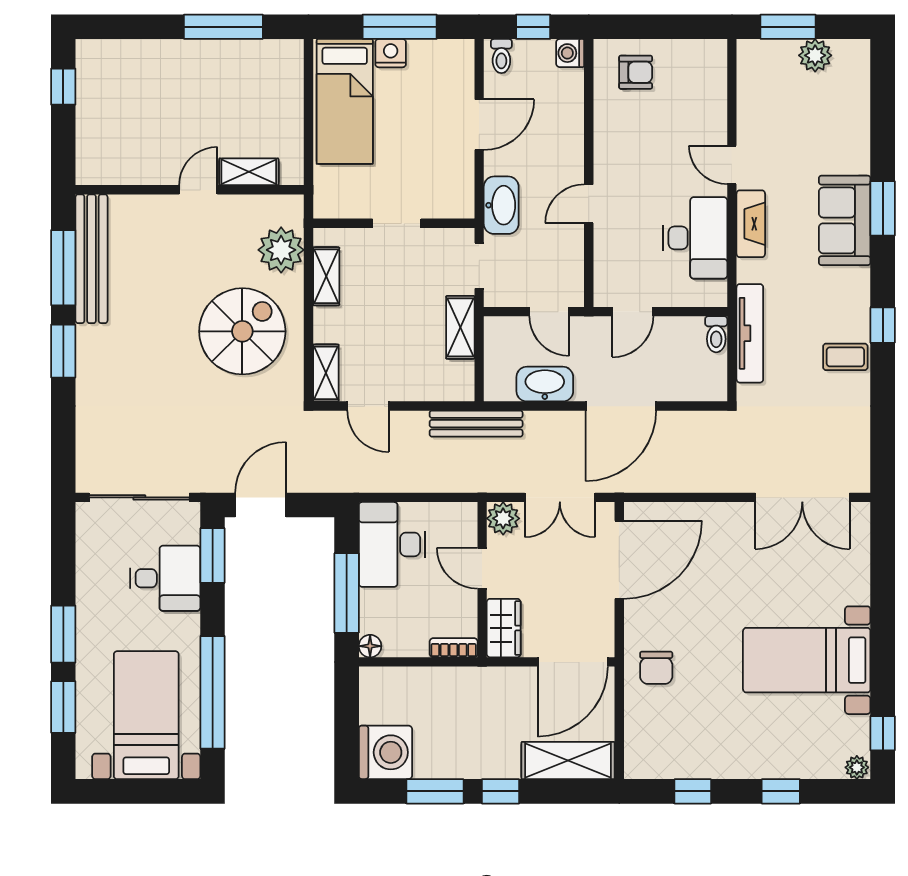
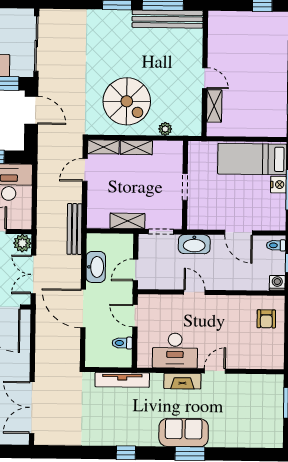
plant: (815, 55) -> (274, 417), removed
plant: (281, 250) -> (165, 129), width x0.53, depth x0.53
shelving: (326, 276) -> (136, 147), moved
toilet: (716, 334) -> (122, 343), moved
coffee table: (845, 357) -> (109, 432), removed

